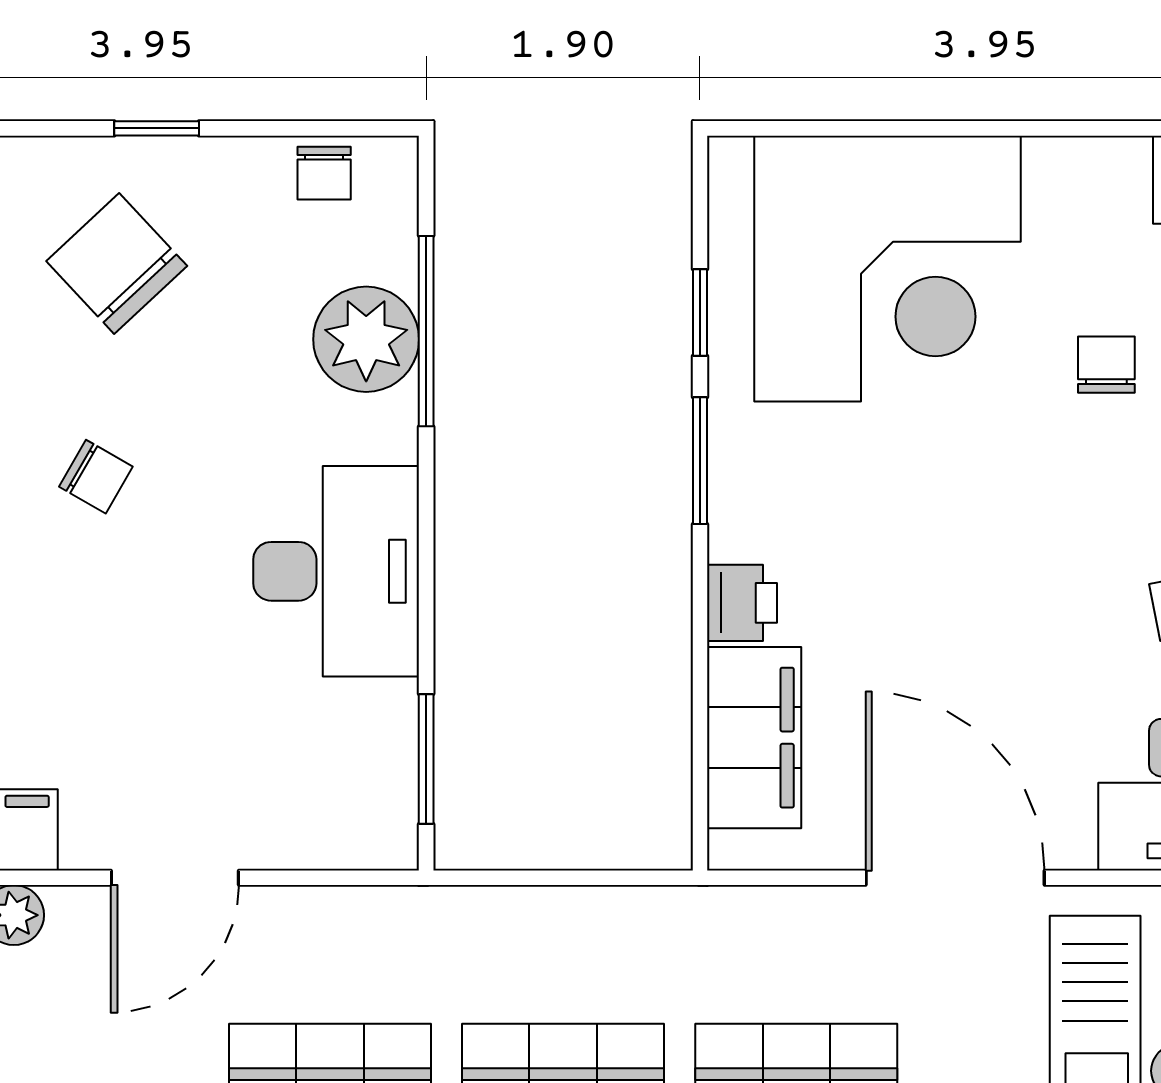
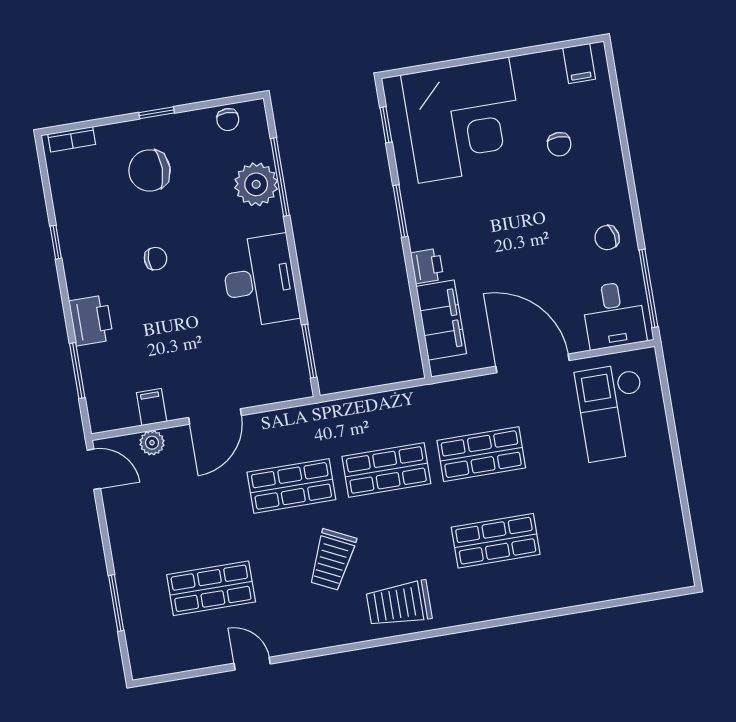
chair: (117, 264) -> (149, 170), turned -47
window: (700, 312) -> (386, 125), moved
chair: (1106, 365) -> (559, 144), turned 180
chair: (96, 477) -> (156, 259), turned -30

